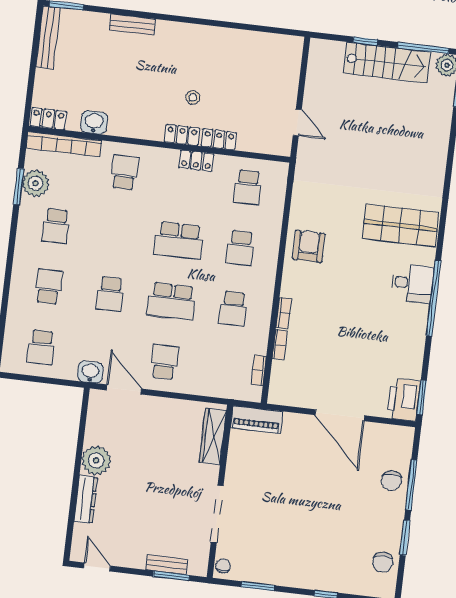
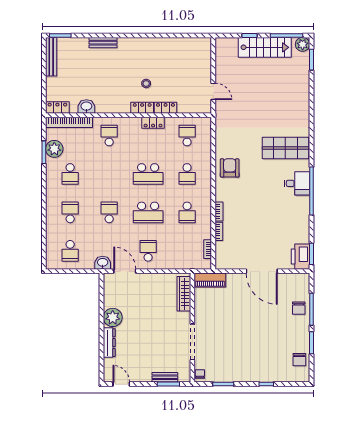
school desk: (248, 187) -> (187, 136), turned 180
school desk: (110, 294) -> (109, 212), turned 180

